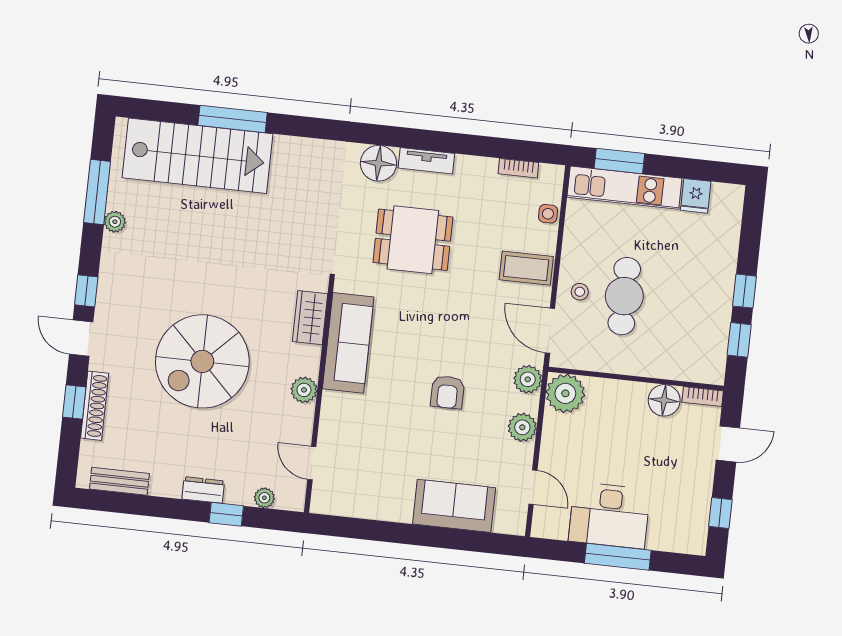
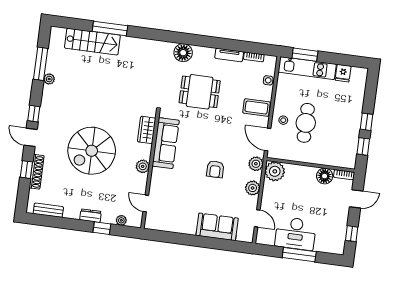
stairs: (198, 156) -> (92, 42), width x0.73, depth x0.66
tv unit: (426, 161) -> (229, 55), moved

